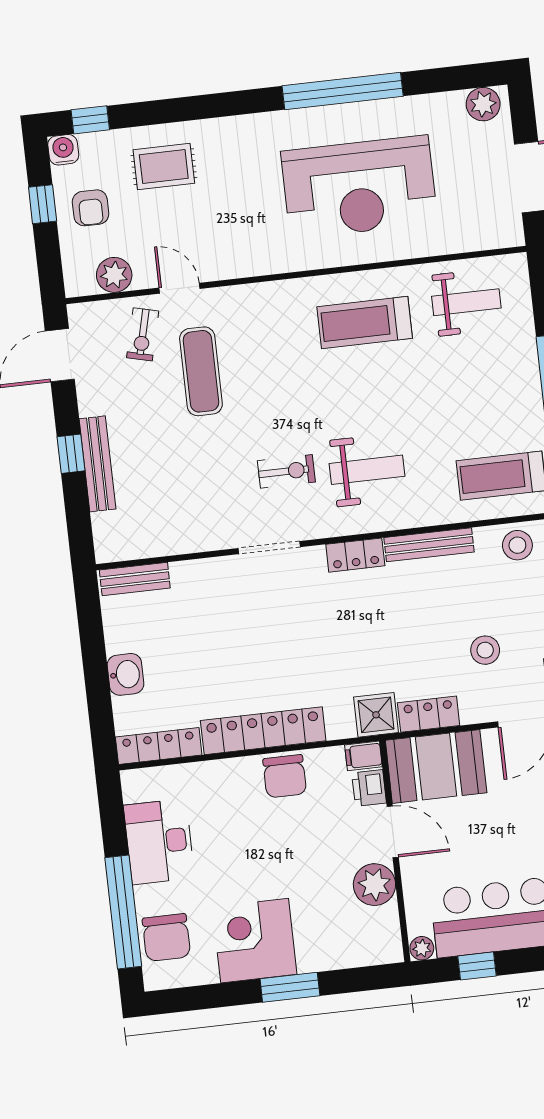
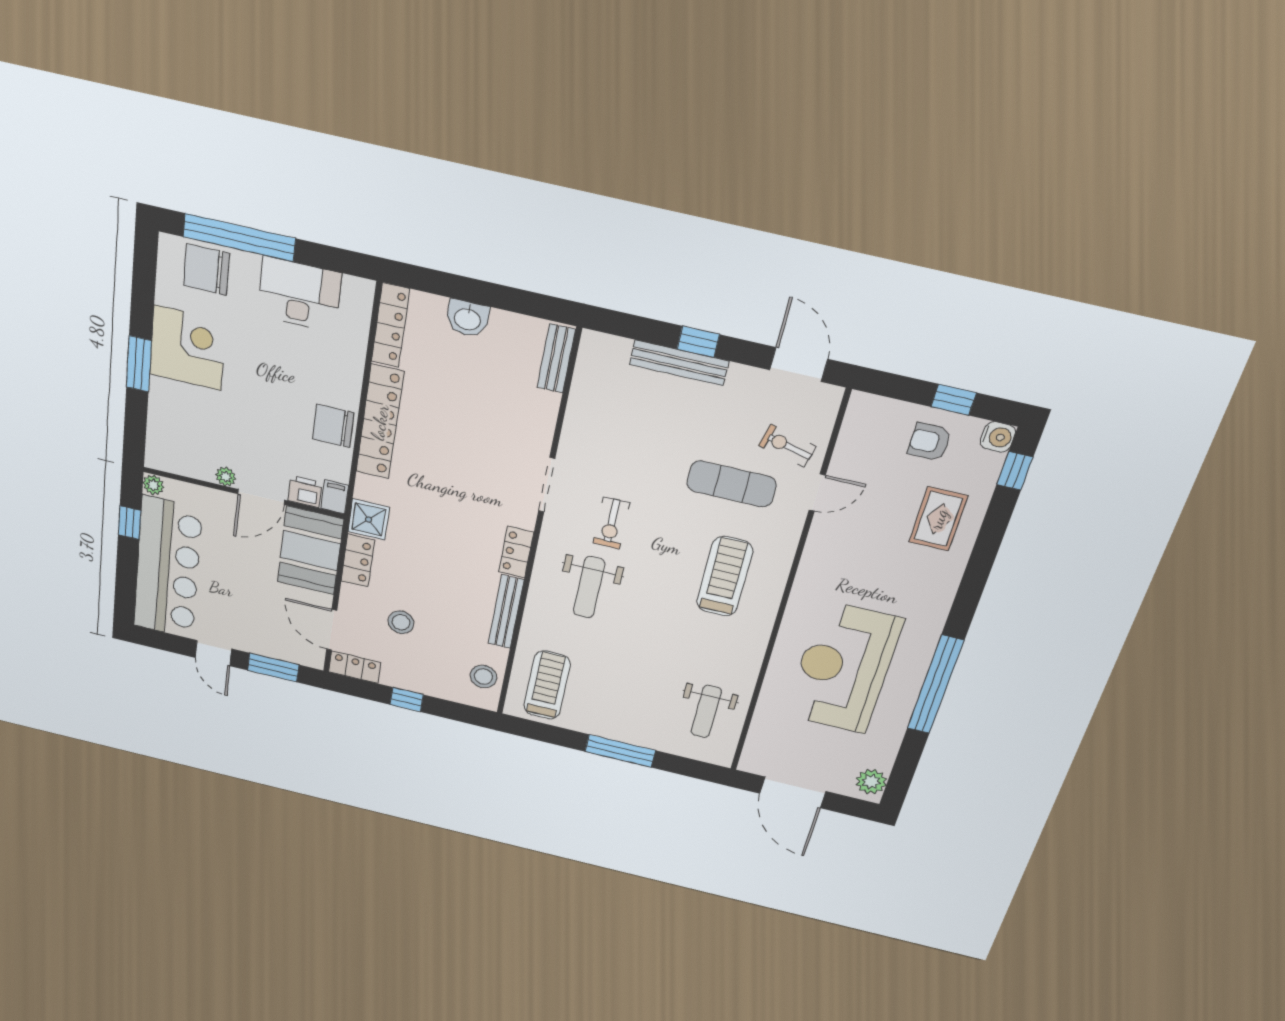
plant: (114, 275) -> (855, 440), removed
treadmill: (365, 323) -> (725, 577), moved
plant: (374, 885) -> (226, 477), width x0.53, depth x0.53

